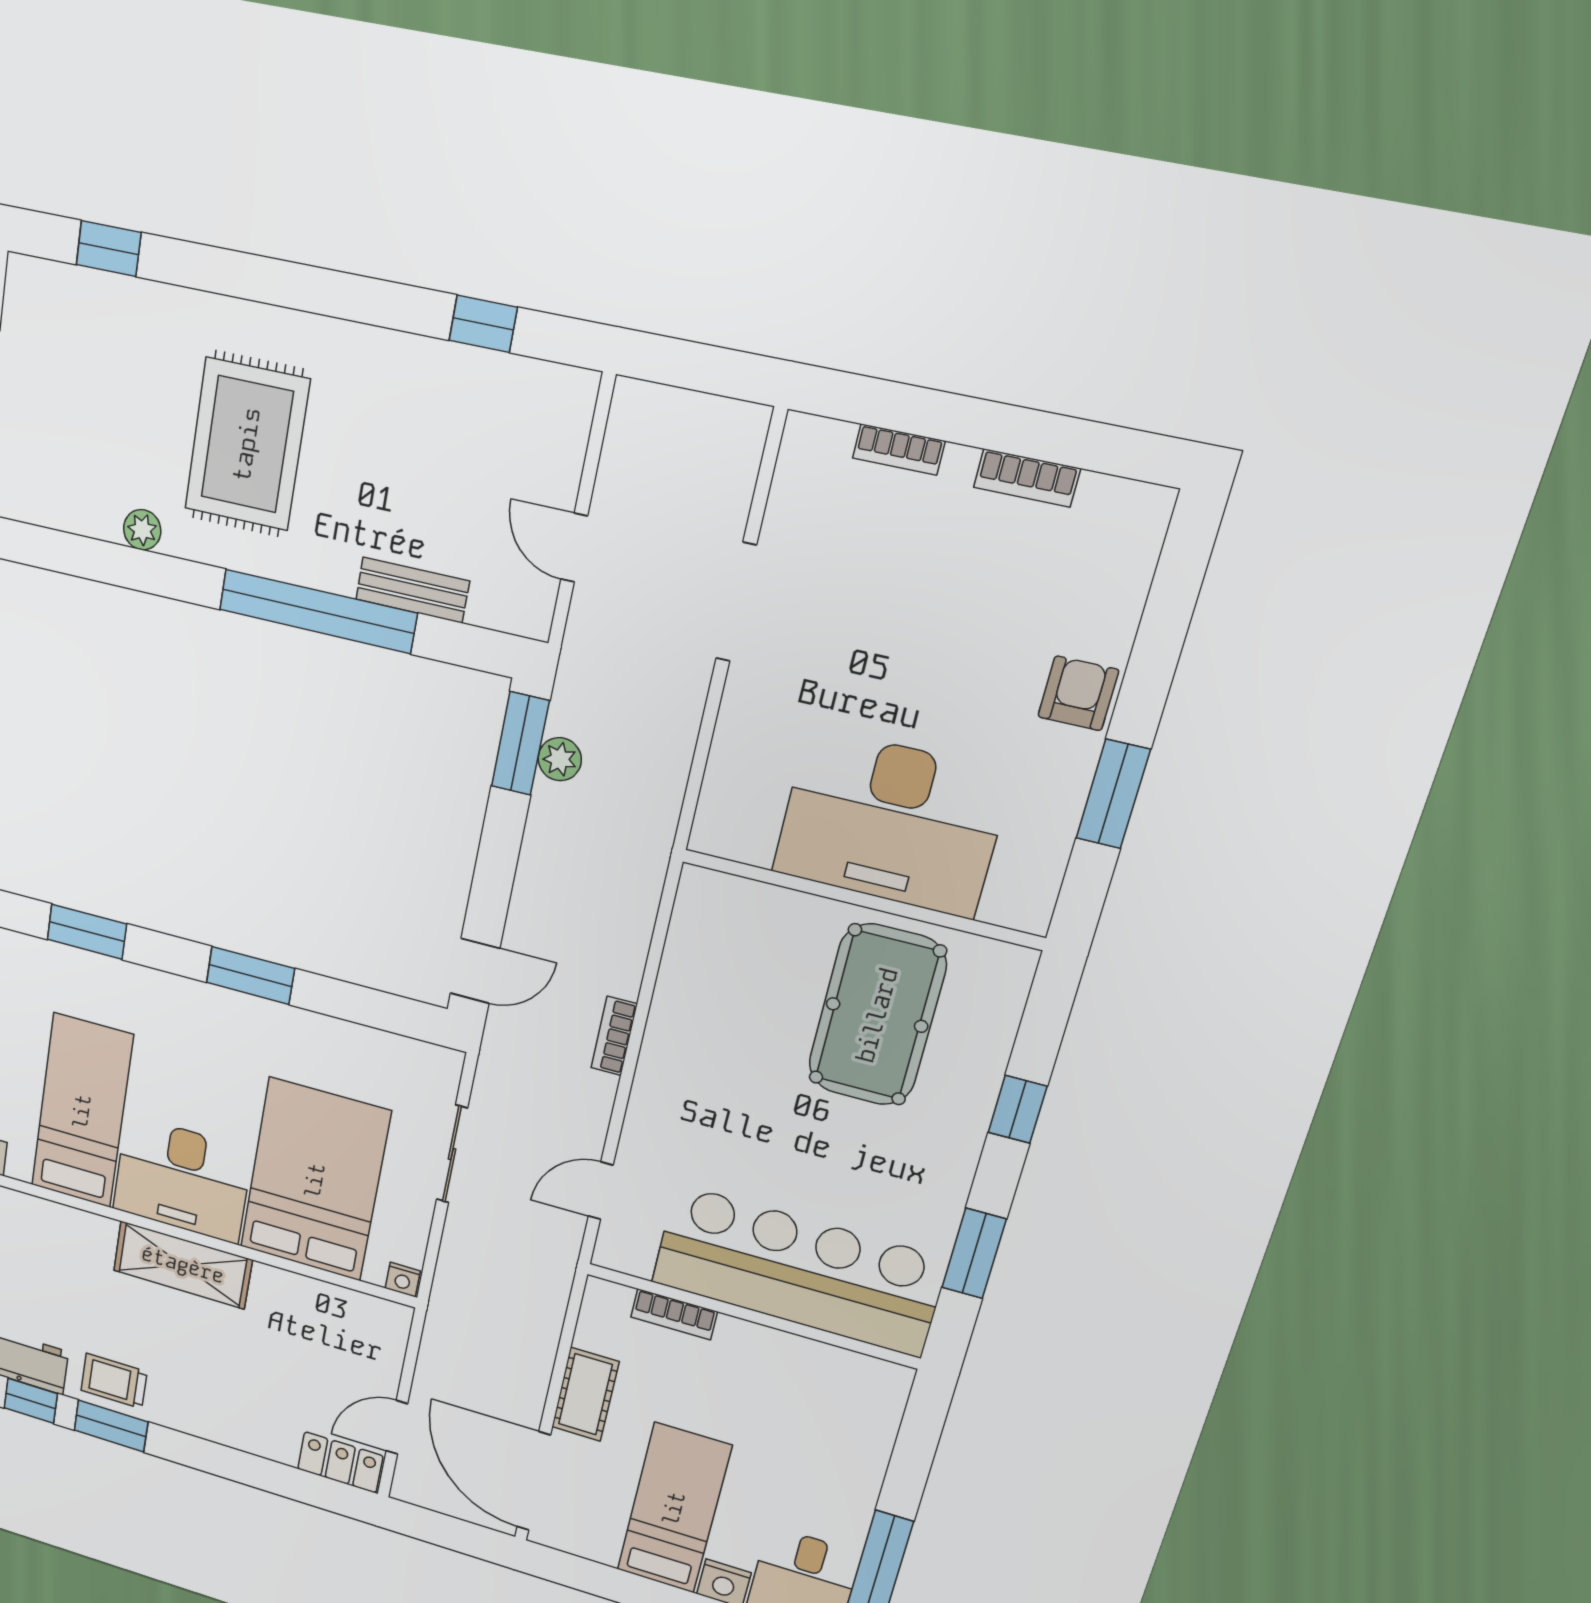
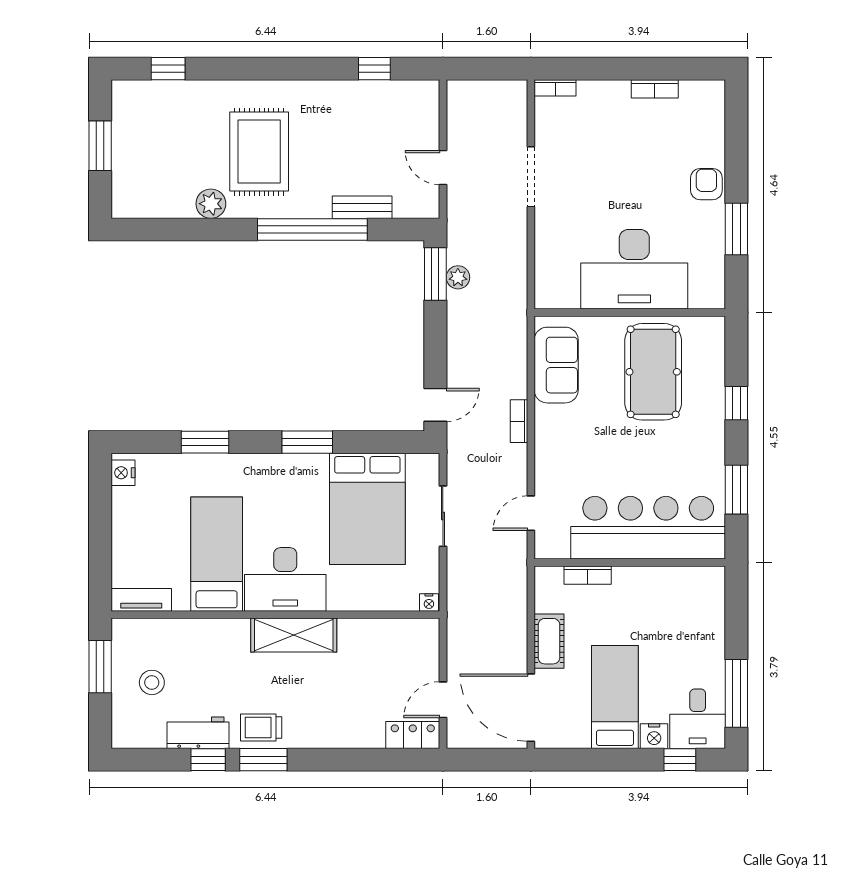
bookcase: (899, 449) -> (555, 88), moved
plant: (142, 530) -> (211, 204), width x1.38, depth x1.38
sofa: (702, 958) -> (556, 365), added
bed: (315, 1180) -> (367, 509), moved, turned 180

